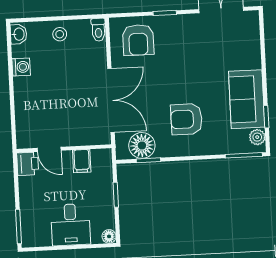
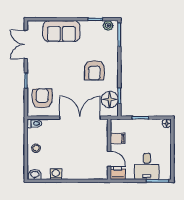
armchair: (138, 40) -> (42, 98), turned -90
sofa: (247, 99) -> (61, 31), moved
door: (49, 149) -> (109, 159), hinge flipped
desk: (71, 225) -> (147, 166), moved, turned 90

